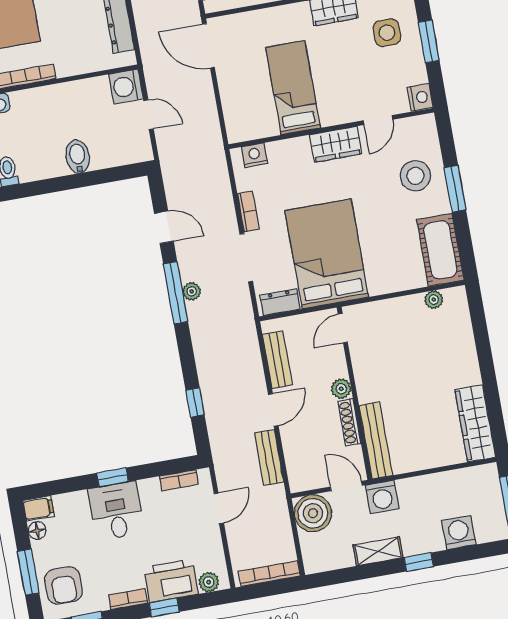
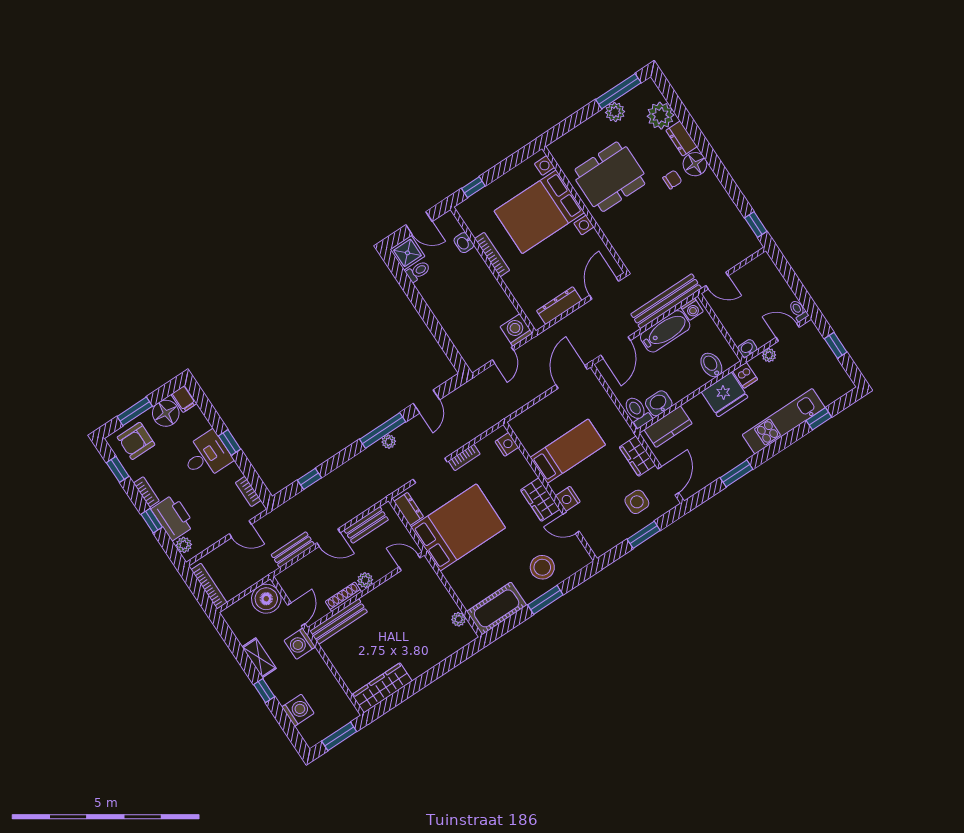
nightstand: (420, 97) -> (568, 499), moved, turned 90
bidet: (78, 157) -> (450, 317), removed
floor lamp: (37, 530) -> (166, 413), width x1.89, depth x1.89

